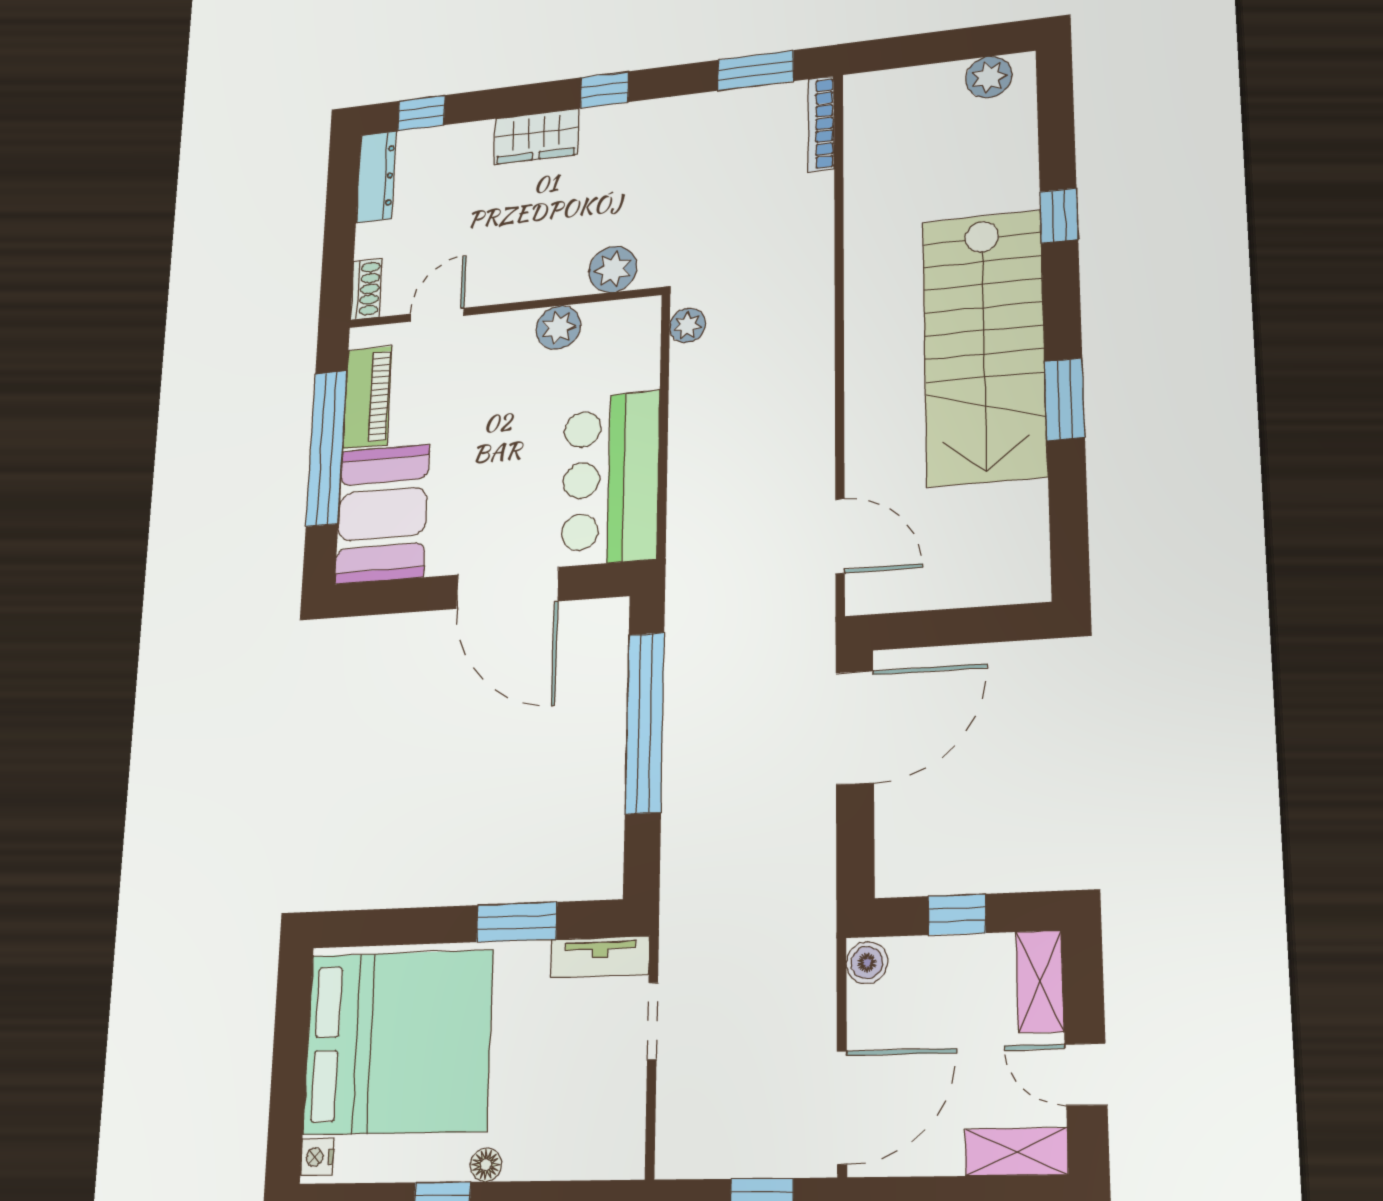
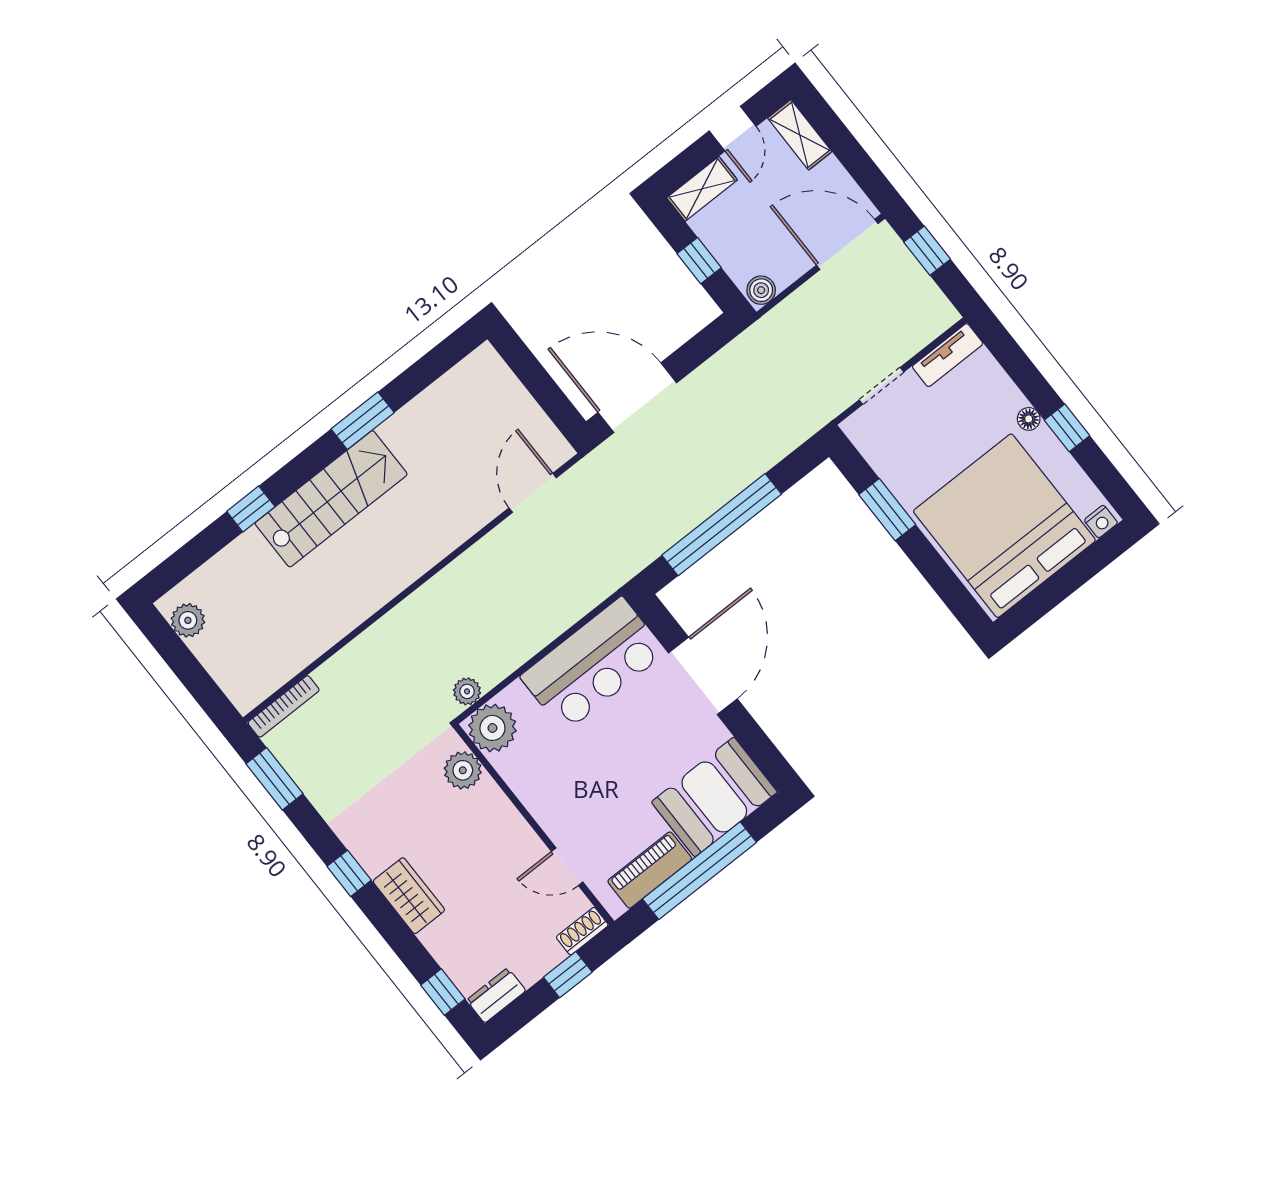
dresser: (376, 177) -> (496, 995), width x0.70
window: (339, 247) -> (568, 975), added
plant: (558, 327) -> (492, 728), moved, width x1.36, depth x1.36
stairs: (984, 347) -> (331, 499), width x0.73, depth x0.66
tv unit: (600, 957) -> (948, 355), moved, turned 90

